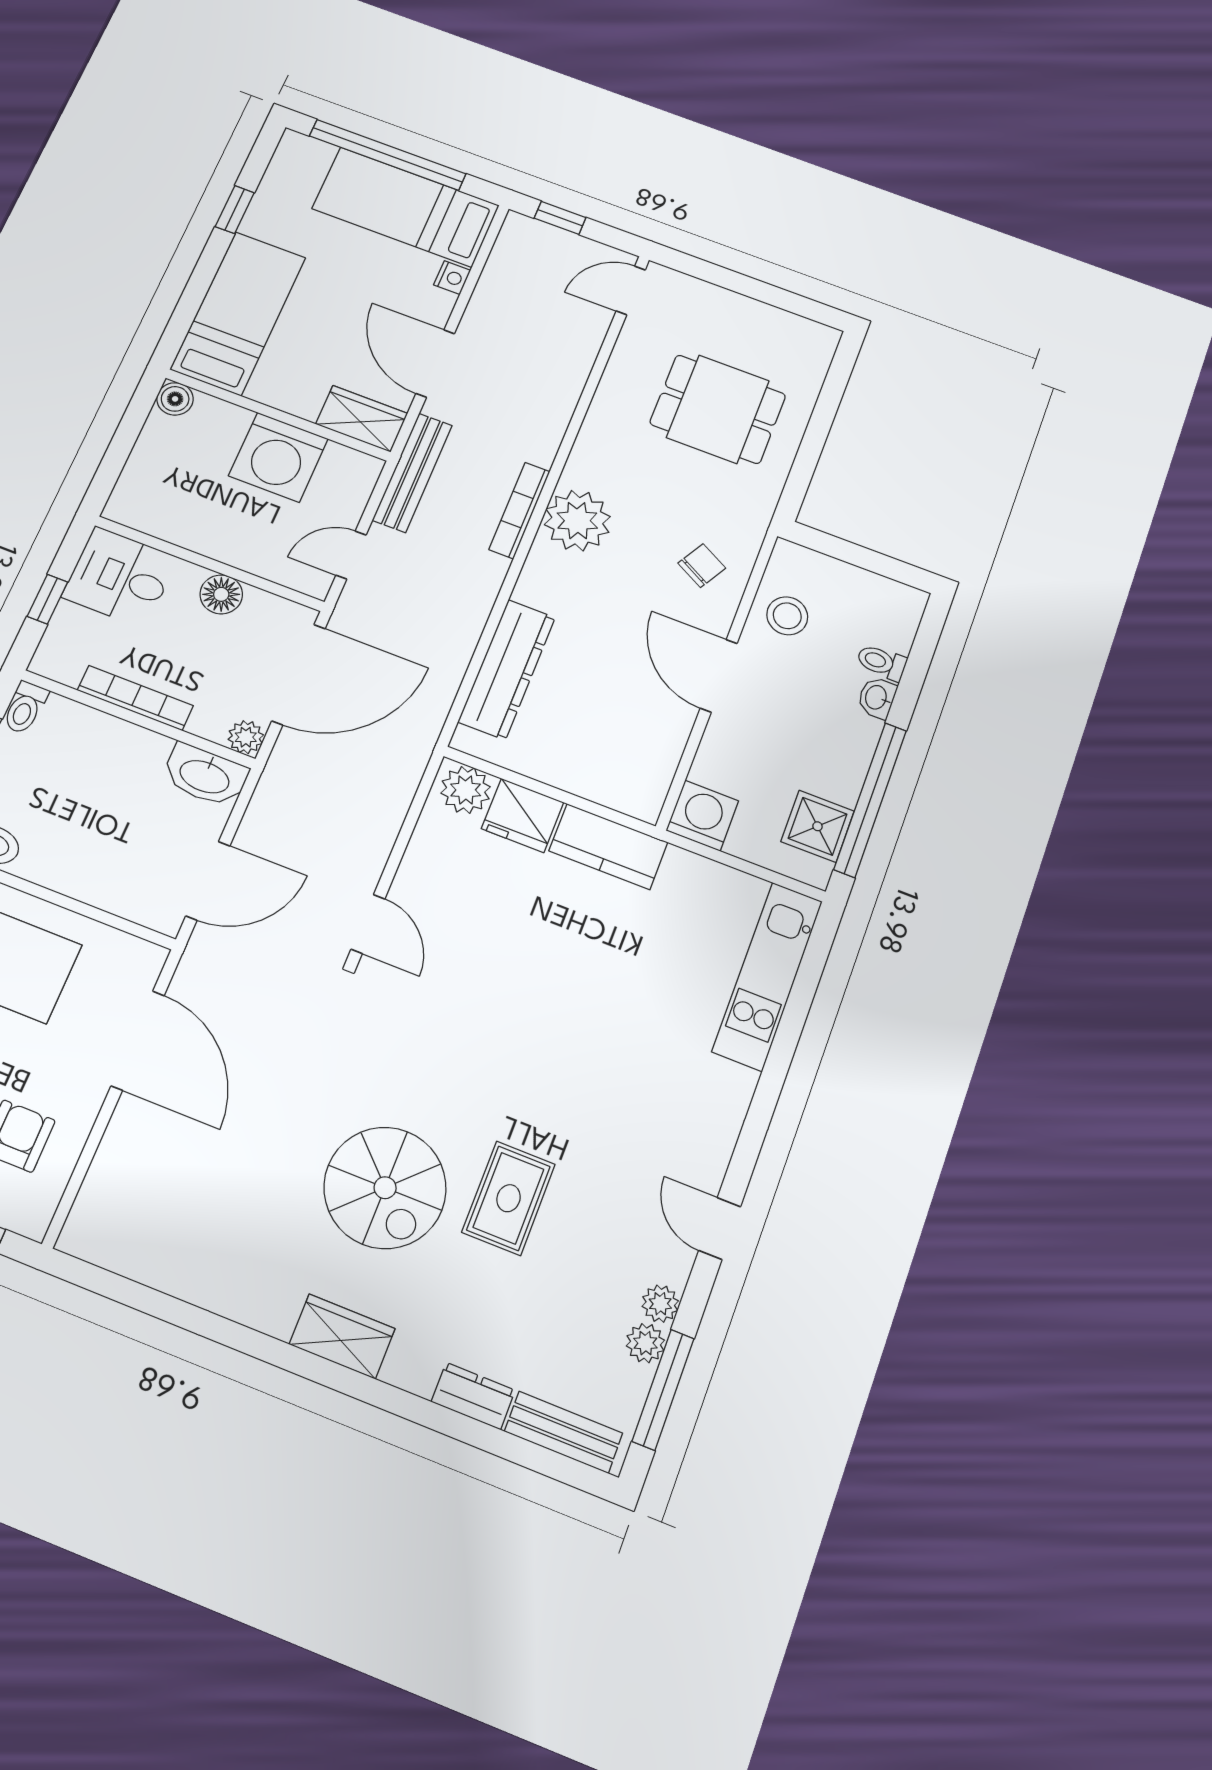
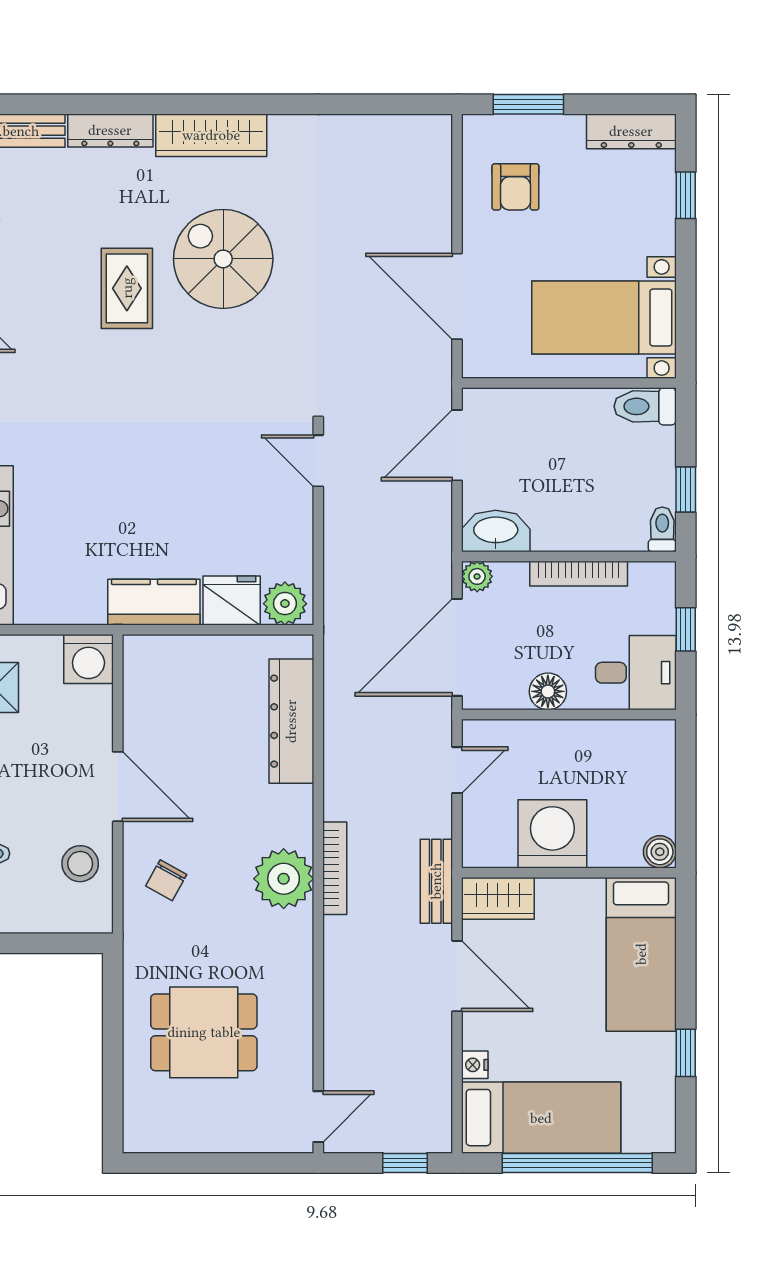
bench: (412, 473) -> (436, 881), width x0.73
wardrobe: (342, 1336) -> (211, 135), width x1.50
dresser: (473, 1396) -> (110, 130), width x1.44

